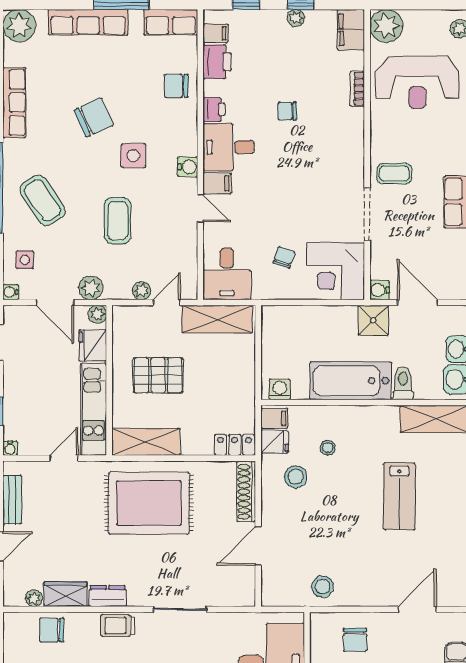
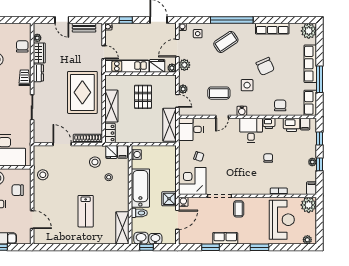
filing cabinet: (351, 30) -> (312, 188), width x0.50
reception desk: (417, 82) -> (282, 220), turned 180
filing cabinet: (217, 183) -> (234, 125), removed
coffee table: (118, 221) -> (219, 93), moved
shelving: (146, 442) -> (111, 106), moved
lab bench: (399, 496) -> (86, 211), turned -90

